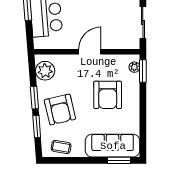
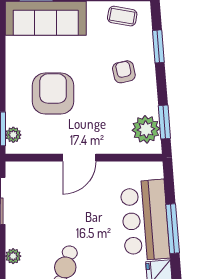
window: (34, 98) -> (164, 122), moved
armchair: (60, 109) -> (124, 72), width x0.53, depth x0.53

